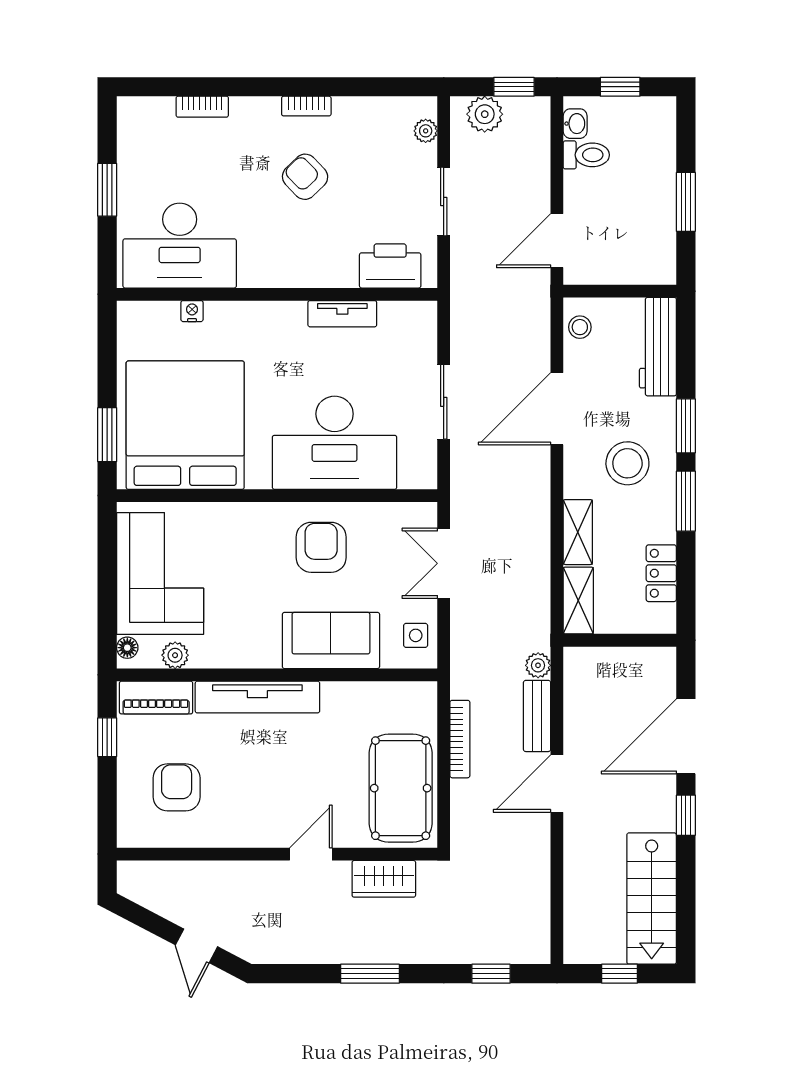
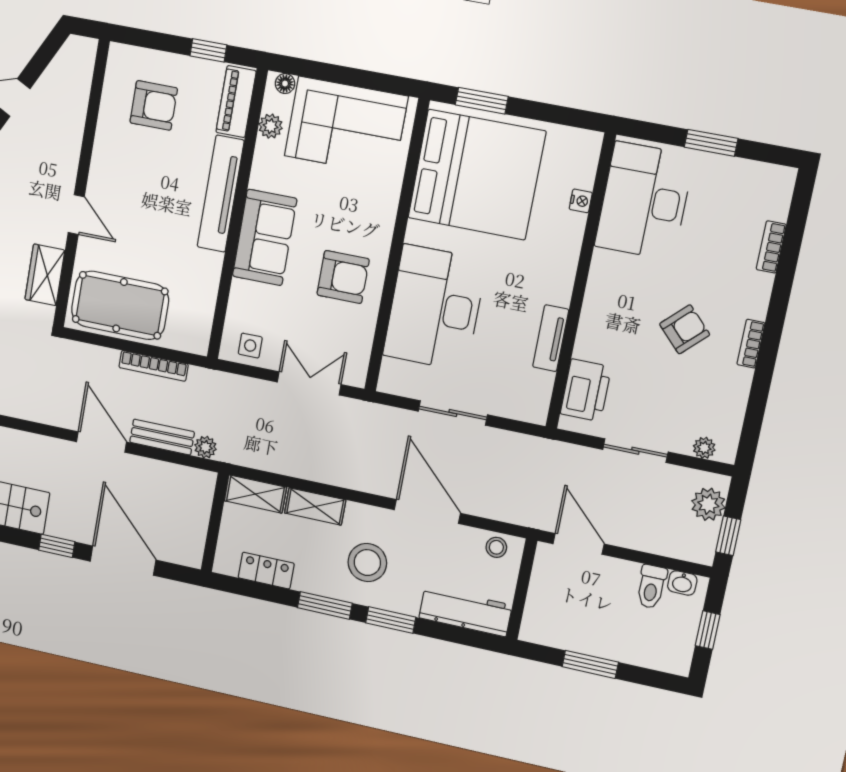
sofa: (331, 640) -> (265, 237), moved

